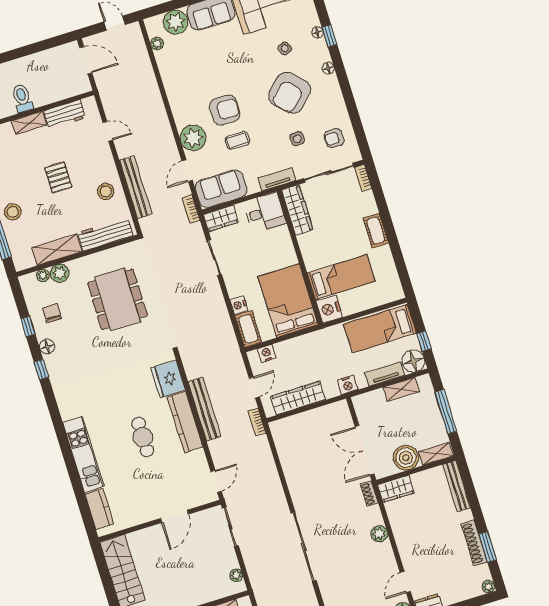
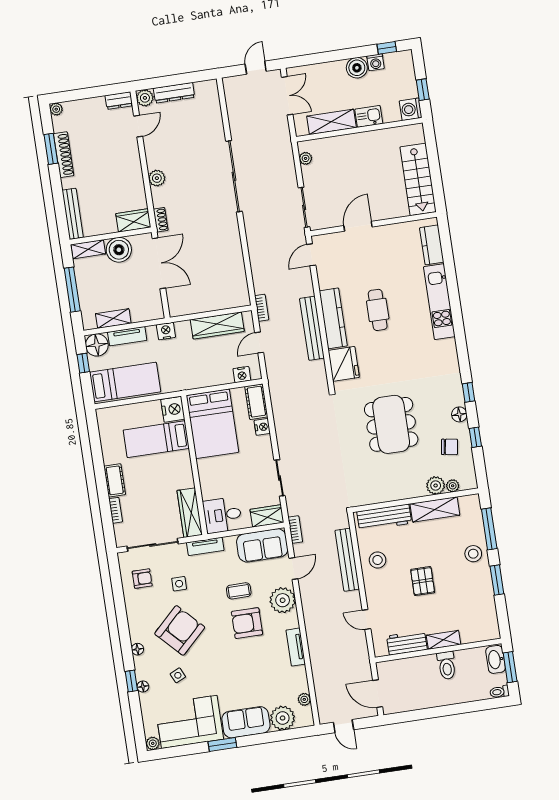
tv unit: (173, 94) -> (296, 647), added
bookcase: (363, 178) -> (116, 510), moved
dining table: (117, 299) -> (391, 424), moved
chair: (52, 313) -> (450, 447), turned -81

